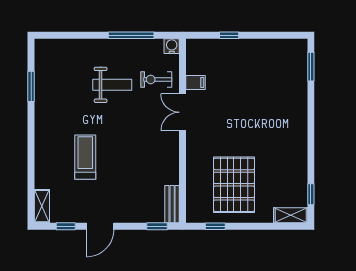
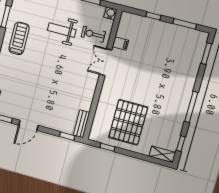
window: (272, 35) -> (185, 24), added
weight bench: (112, 85) -> (62, 30), turned 180
window: (311, 142) -> (191, 107), added
treadmill: (85, 157) -> (19, 38), moved

